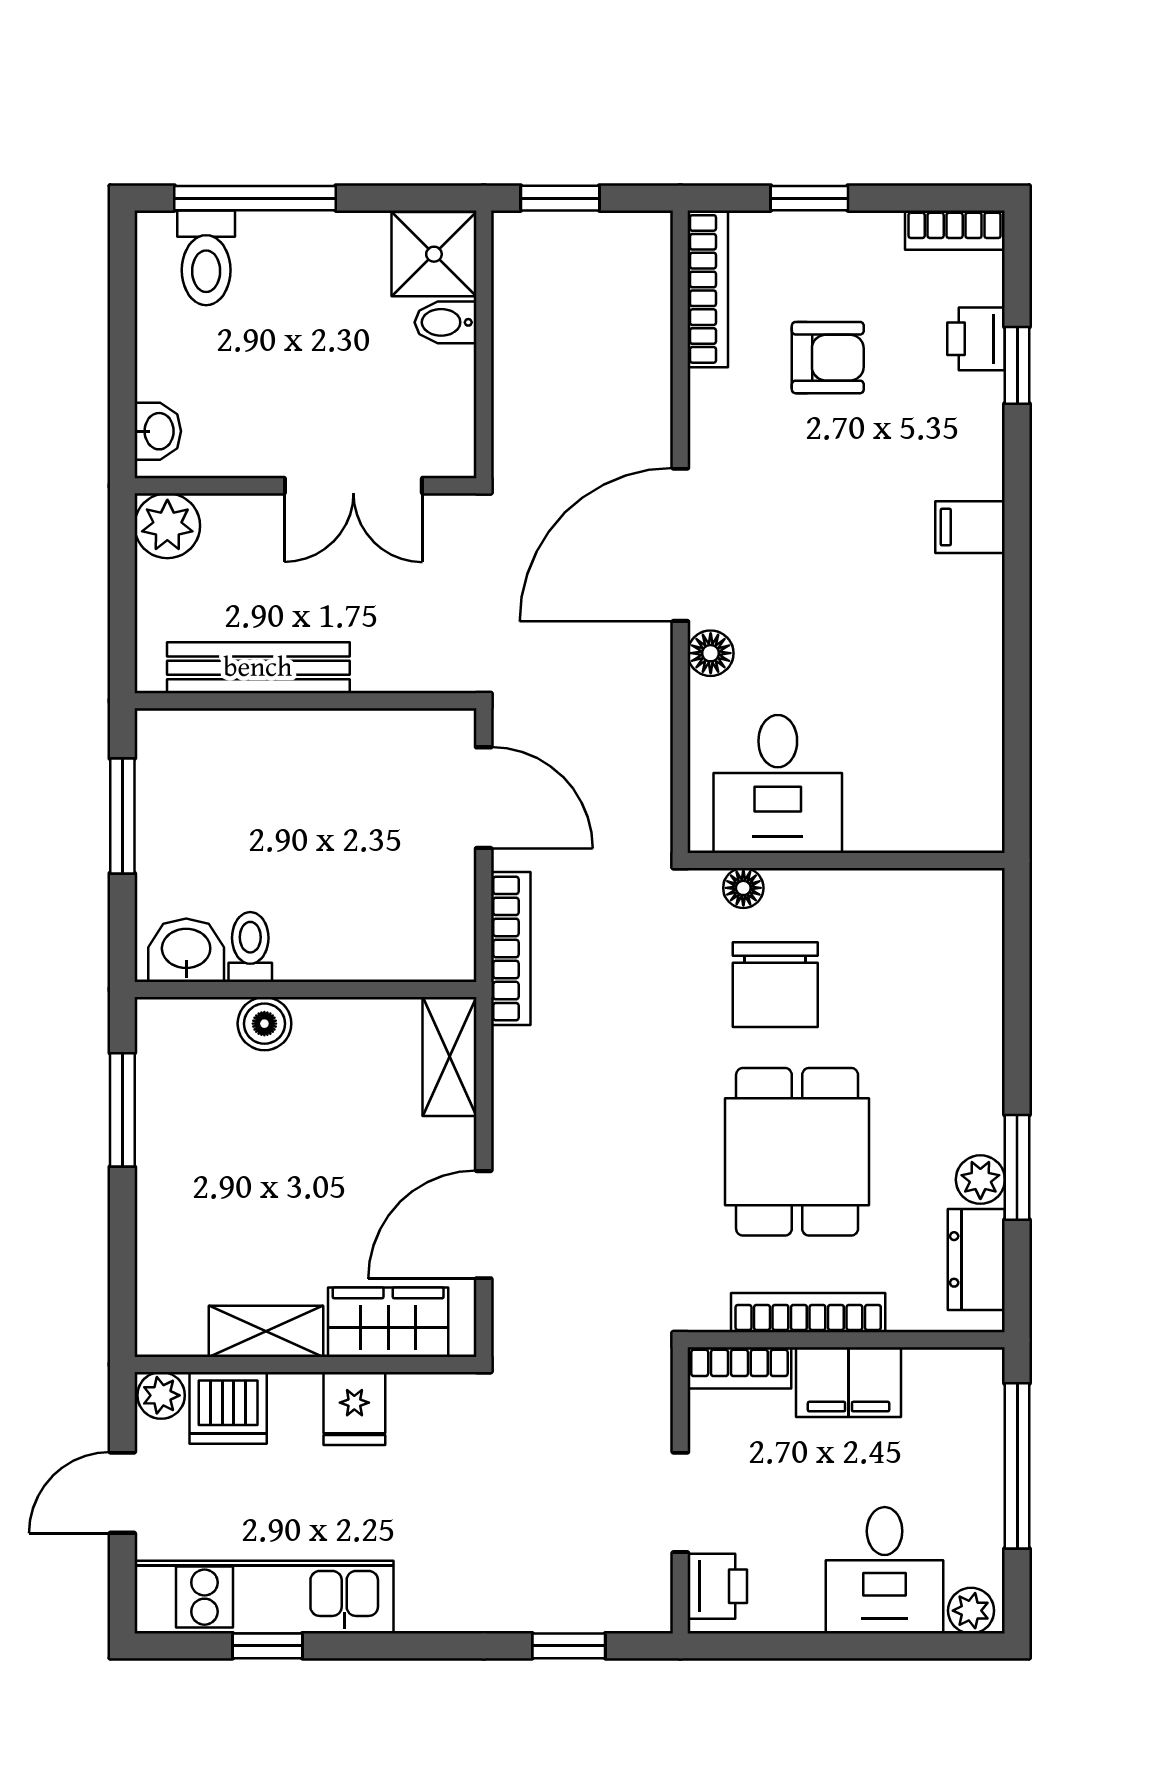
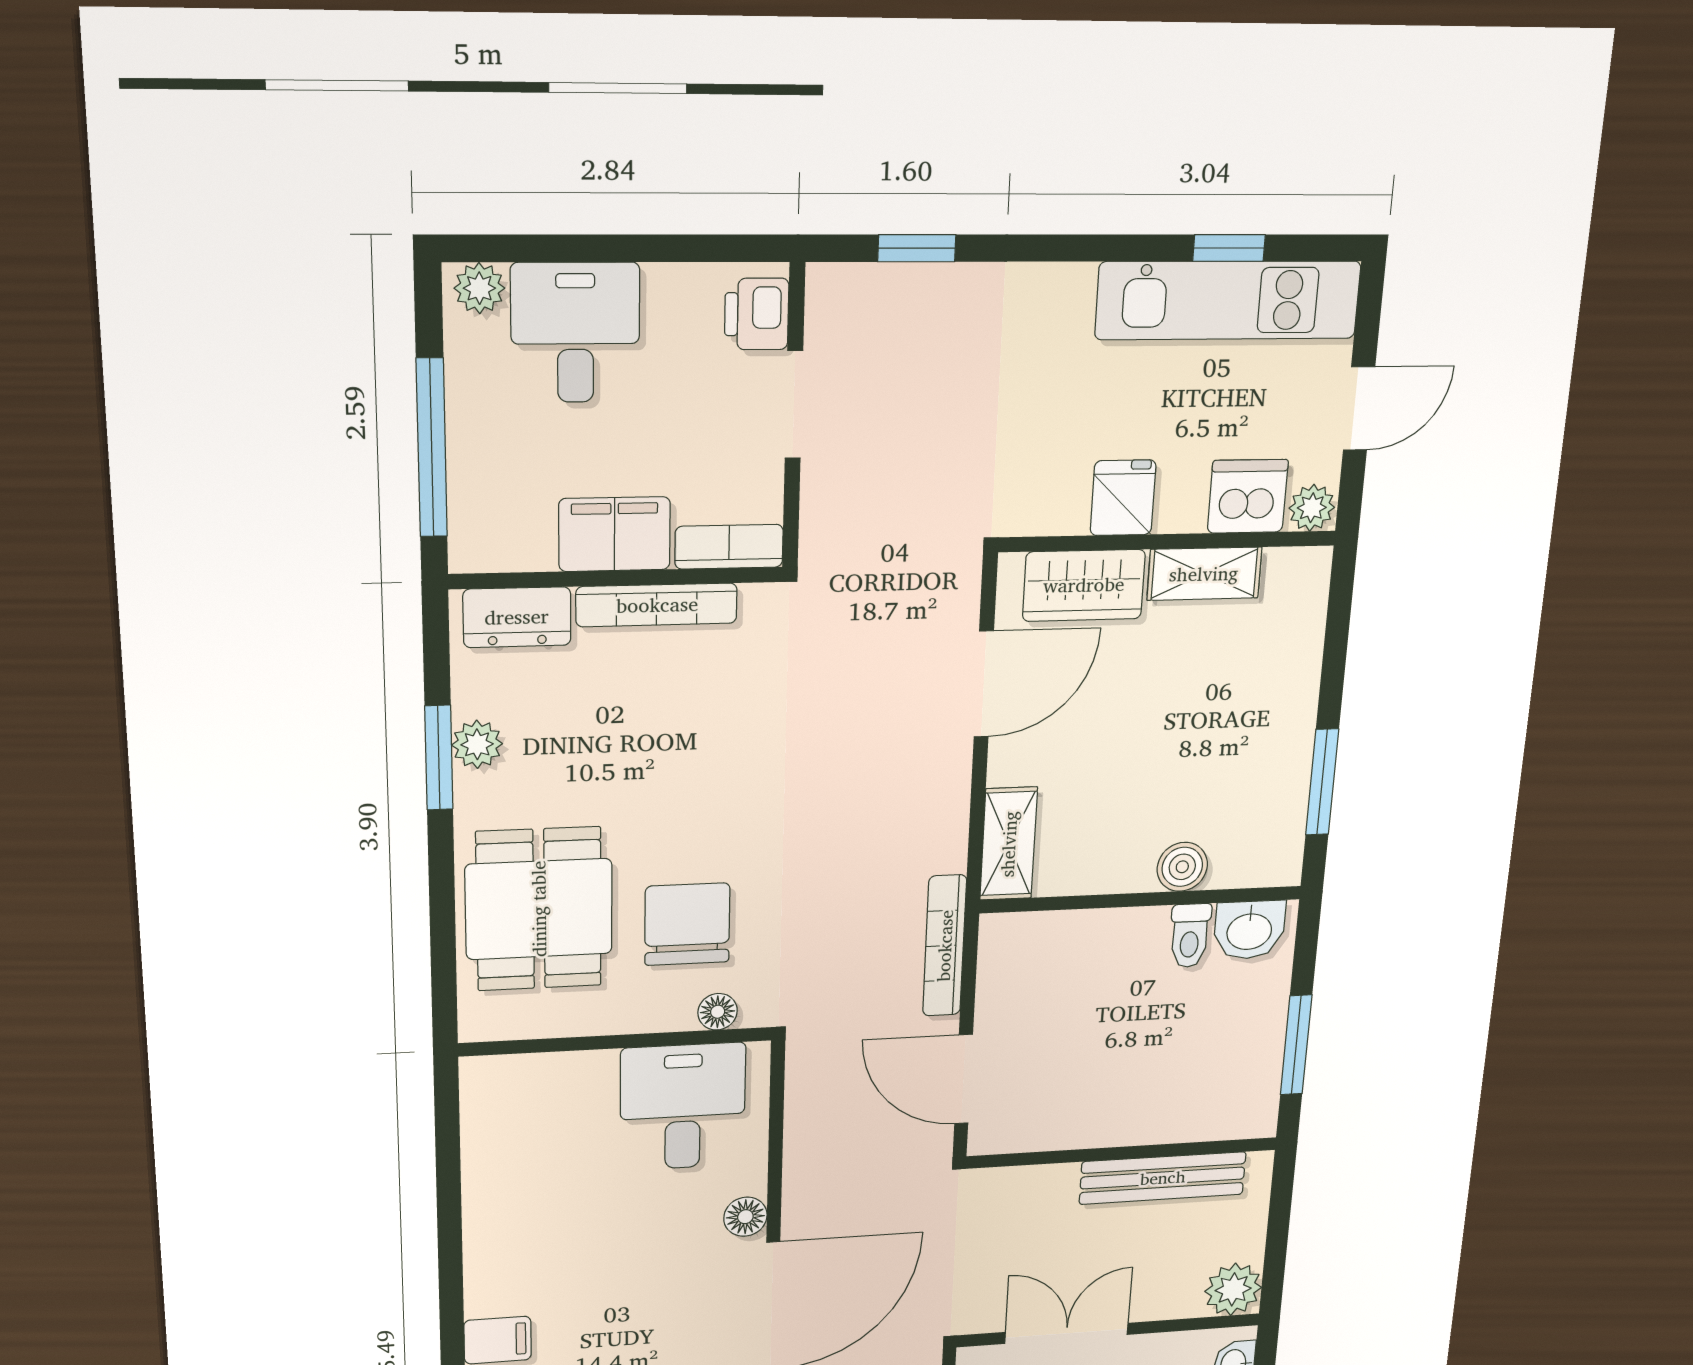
dining table: (797, 1152) -> (539, 909), moved
dresser: (976, 1259) -> (517, 617), moved, turned 90

